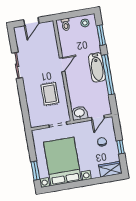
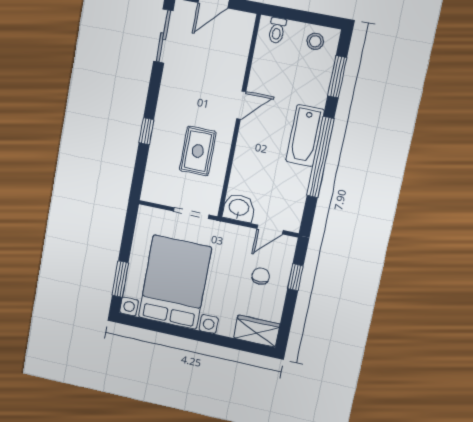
sliding door: (17, 65) -> (163, 36), moved
window: (22, 94) -> (146, 131), added
window: (120, 147) -> (295, 277), moved

